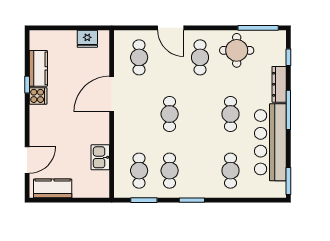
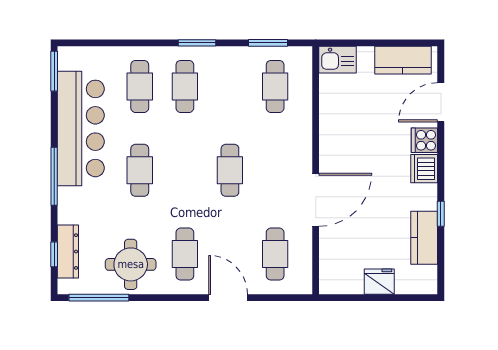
fridge: (87, 39) -> (379, 282), moved
dresser: (279, 84) -> (68, 252), moved
cooker: (38, 96) -> (424, 140), moved
dishwasher: (38, 115) -> (424, 169), added
kitchen sink: (100, 157) -> (338, 60), moved, turned 90
cafe table: (170, 171) -> (185, 86), moved

